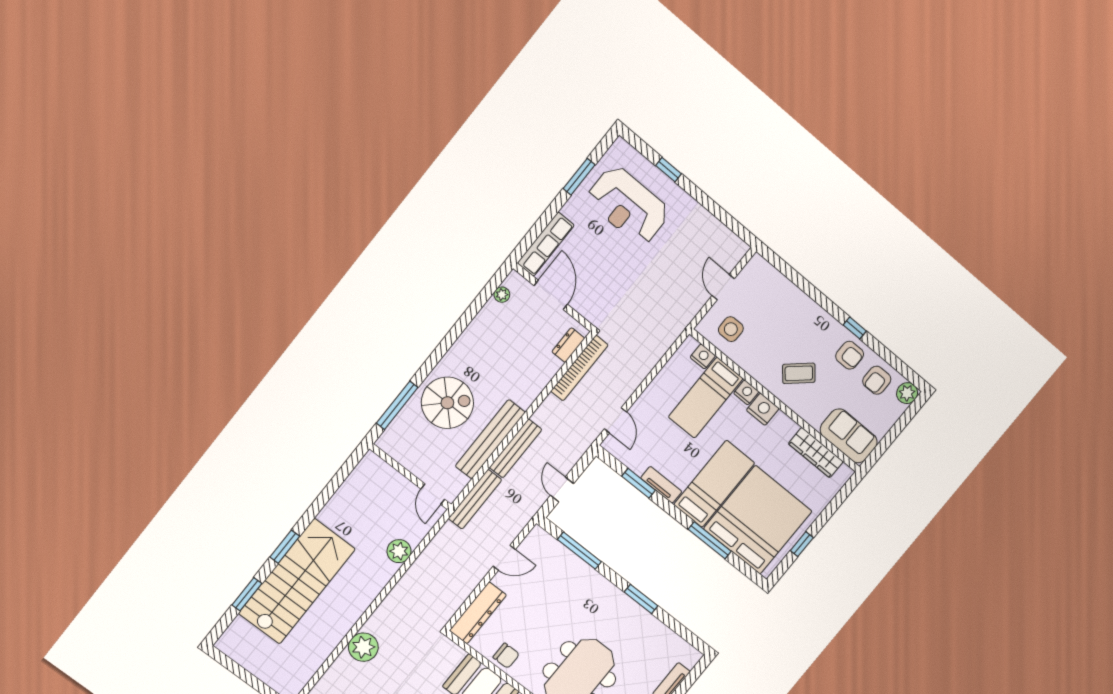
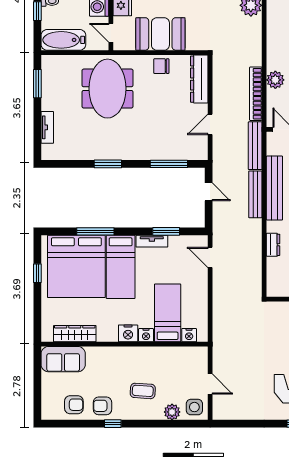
side table: (731, 329) -> (194, 407), moved
dresser: (568, 345) -> (273, 245), moved
bookcase: (579, 368) -> (256, 94), moved
coffee table: (799, 373) -> (143, 391), moved, turned 45
armchair: (877, 380) -> (74, 405), turned 90
plant: (907, 393) -> (172, 412), moved

